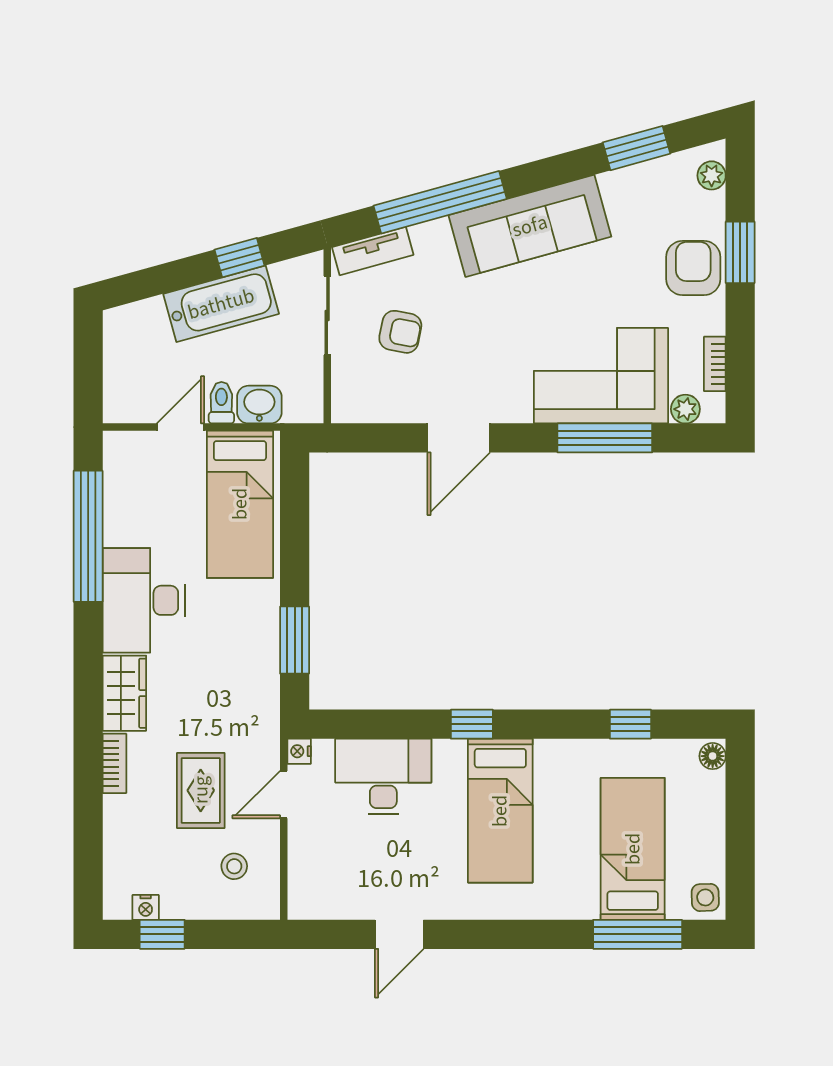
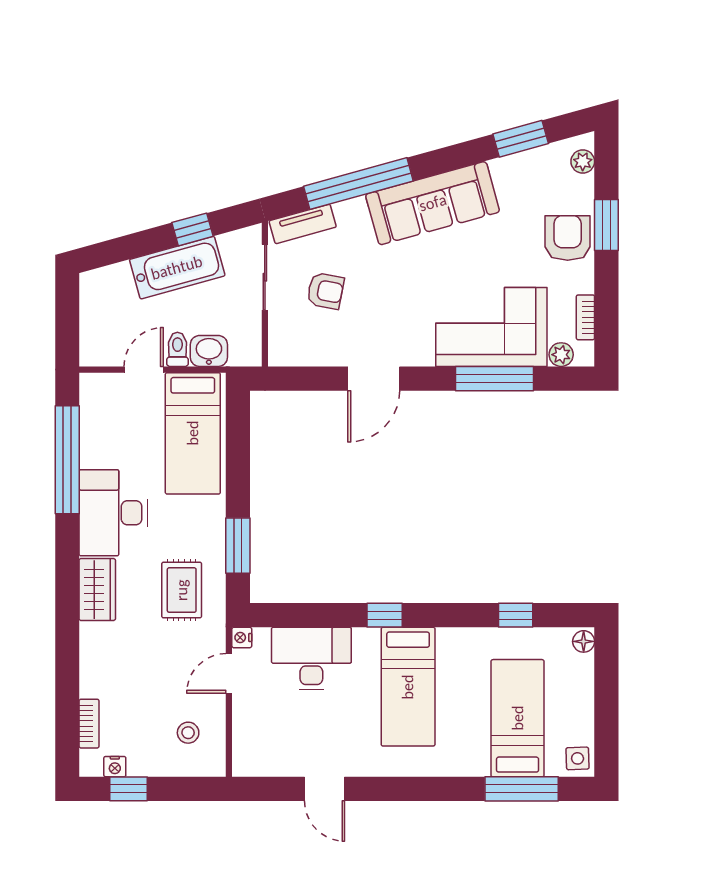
bookcase: (114, 763) -> (89, 724), moved
rug: (201, 790) -> (182, 590), moved
door: (399, 934) -> (325, 789), hinge flipped

